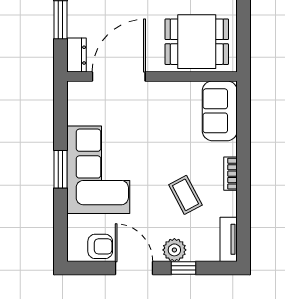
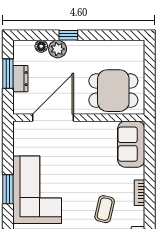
dresser: (77, 55) -> (20, 79), moved
coffee table: (185, 195) -> (105, 209), turned 41

